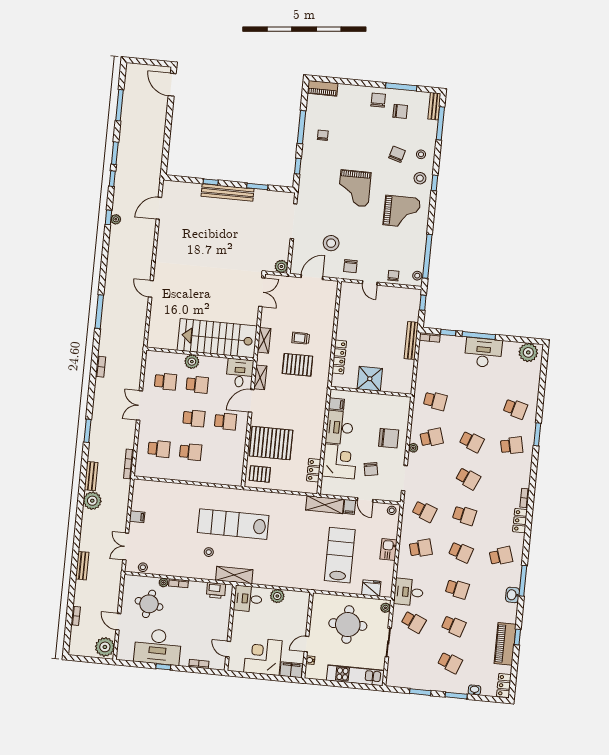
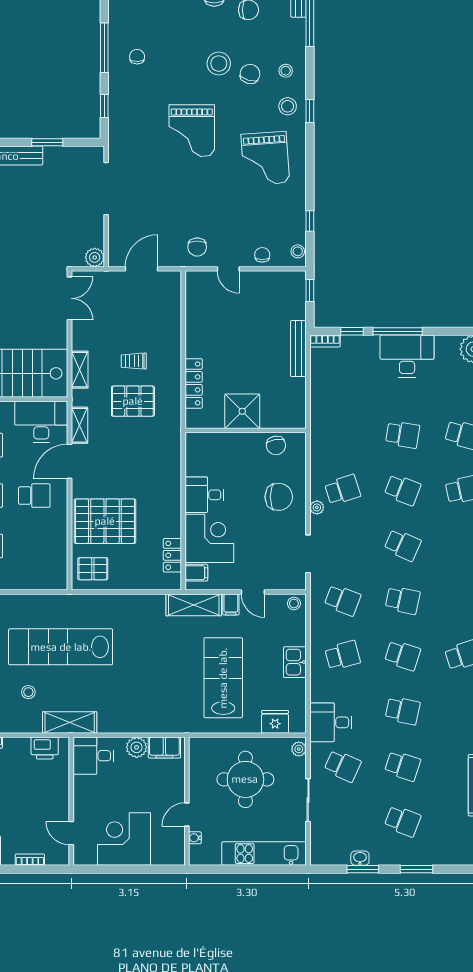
grand piano: (402, 212) -> (265, 159), turned 86
stool: (331, 243) -> (219, 64), moved
window: (427, 256) -> (310, 221), width x0.32
desk: (240, 373) -> (41, 422), width x1.37
school desk: (435, 401) -> (403, 435), moved
filing cabinet: (336, 404) -> (196, 573), moved
desk: (339, 428) -> (204, 495), width x0.73
chair: (371, 469) -> (276, 445), moved
filing cabinet: (291, 670) -> (164, 748), moved, turned 180
washbasin: (474, 690) -> (360, 858), moved

